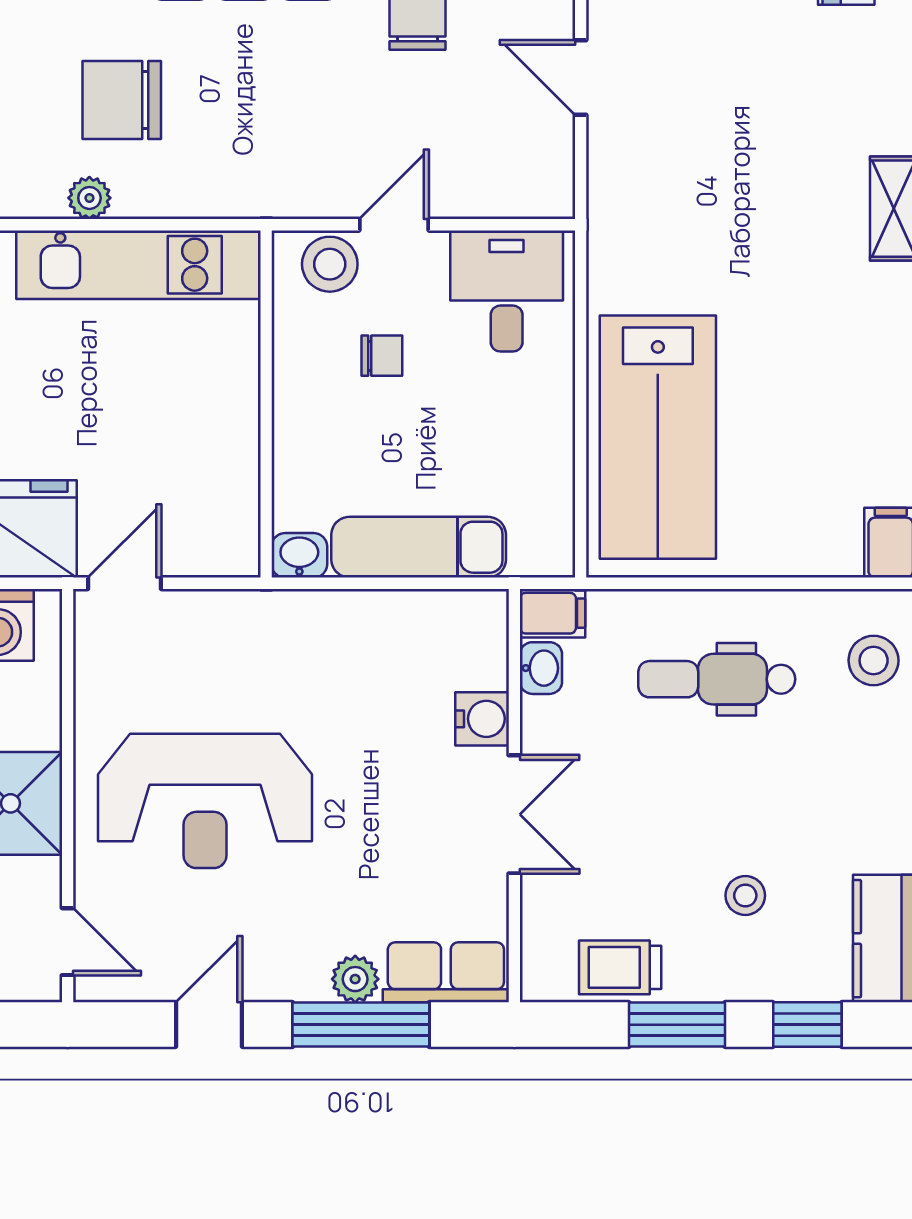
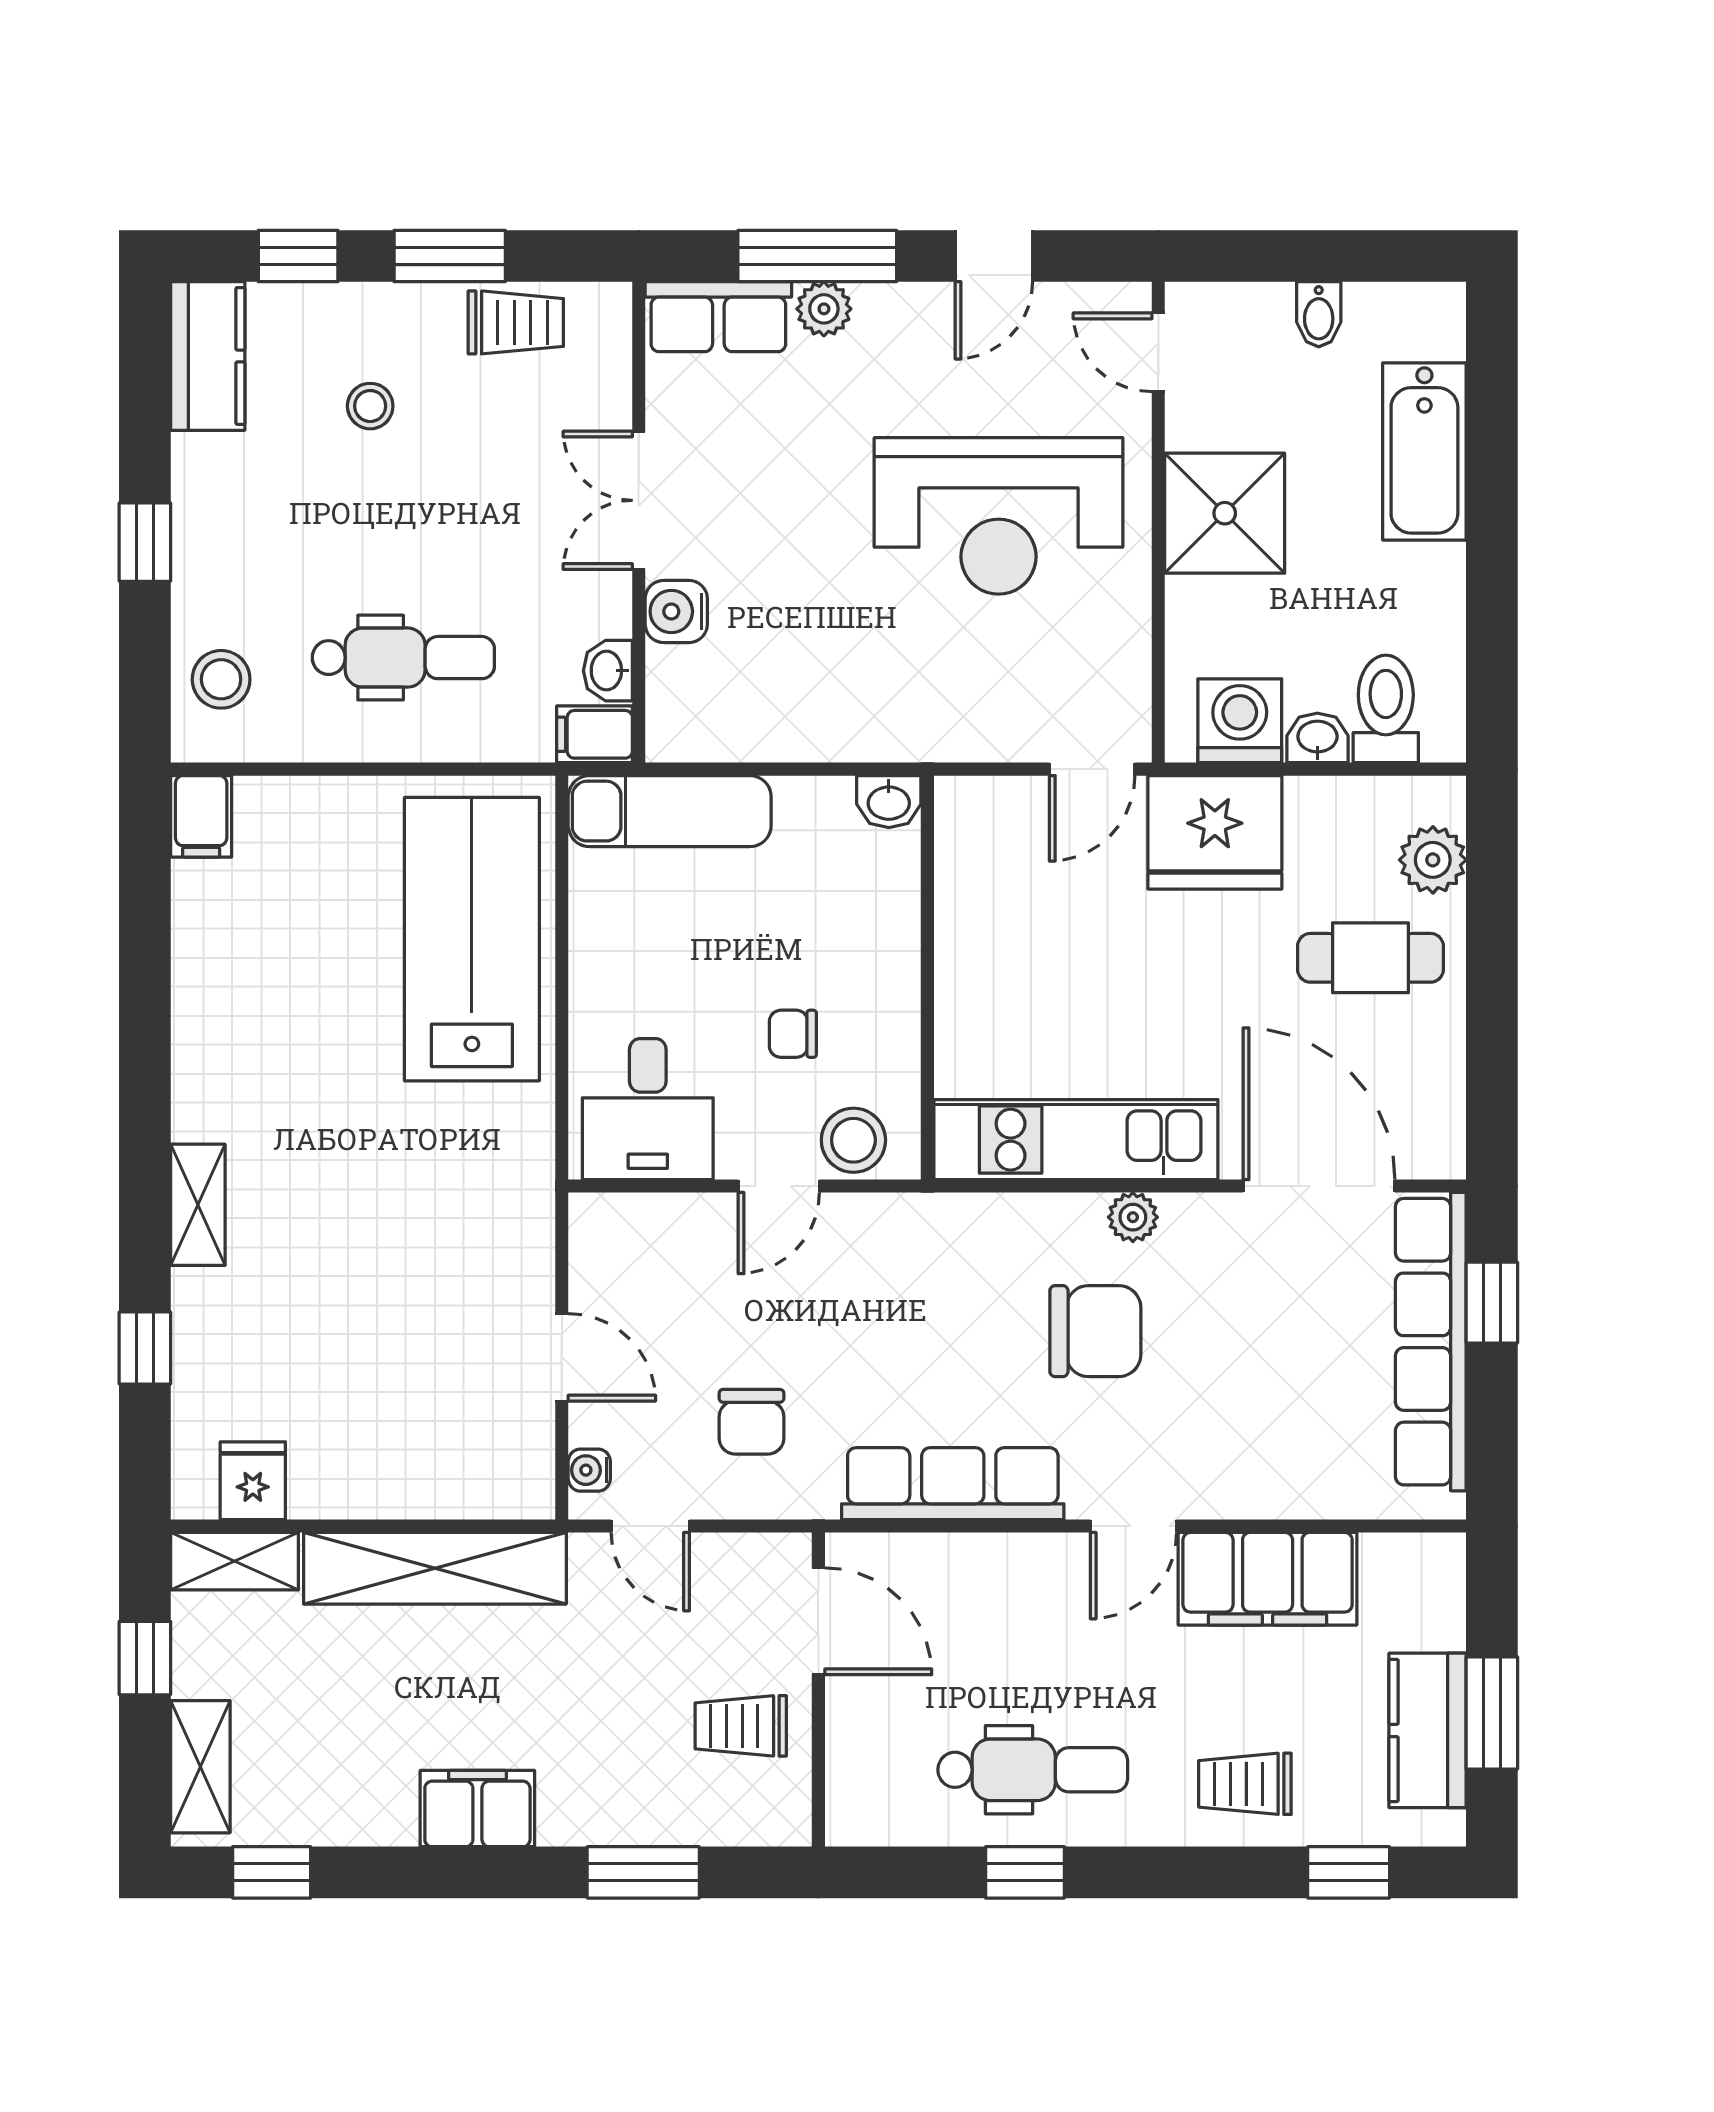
exam couch: (419, 547) -> (670, 811), moved
reception desk: (205, 801) -> (999, 516), turned 180

